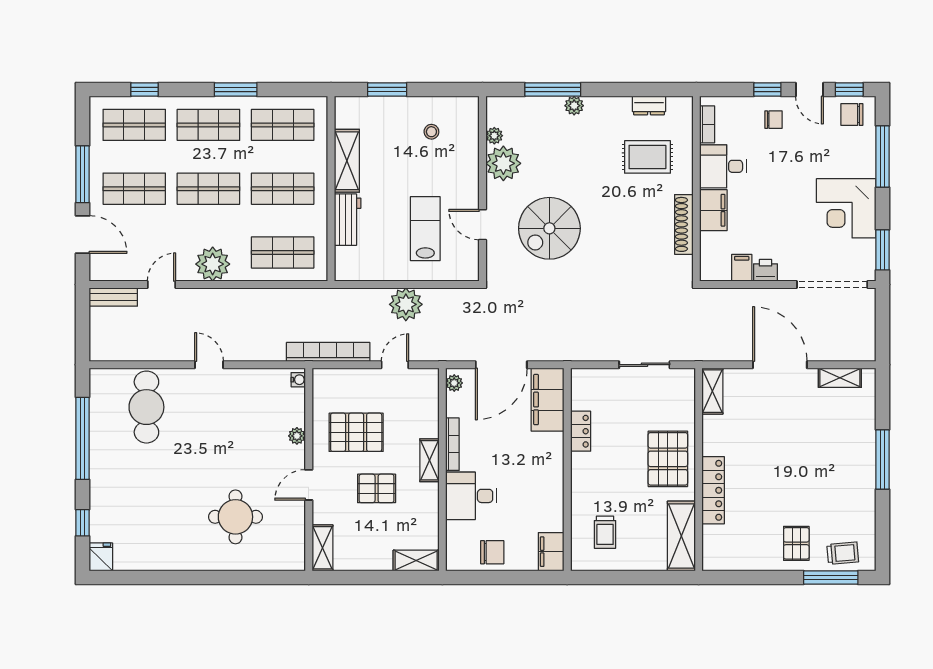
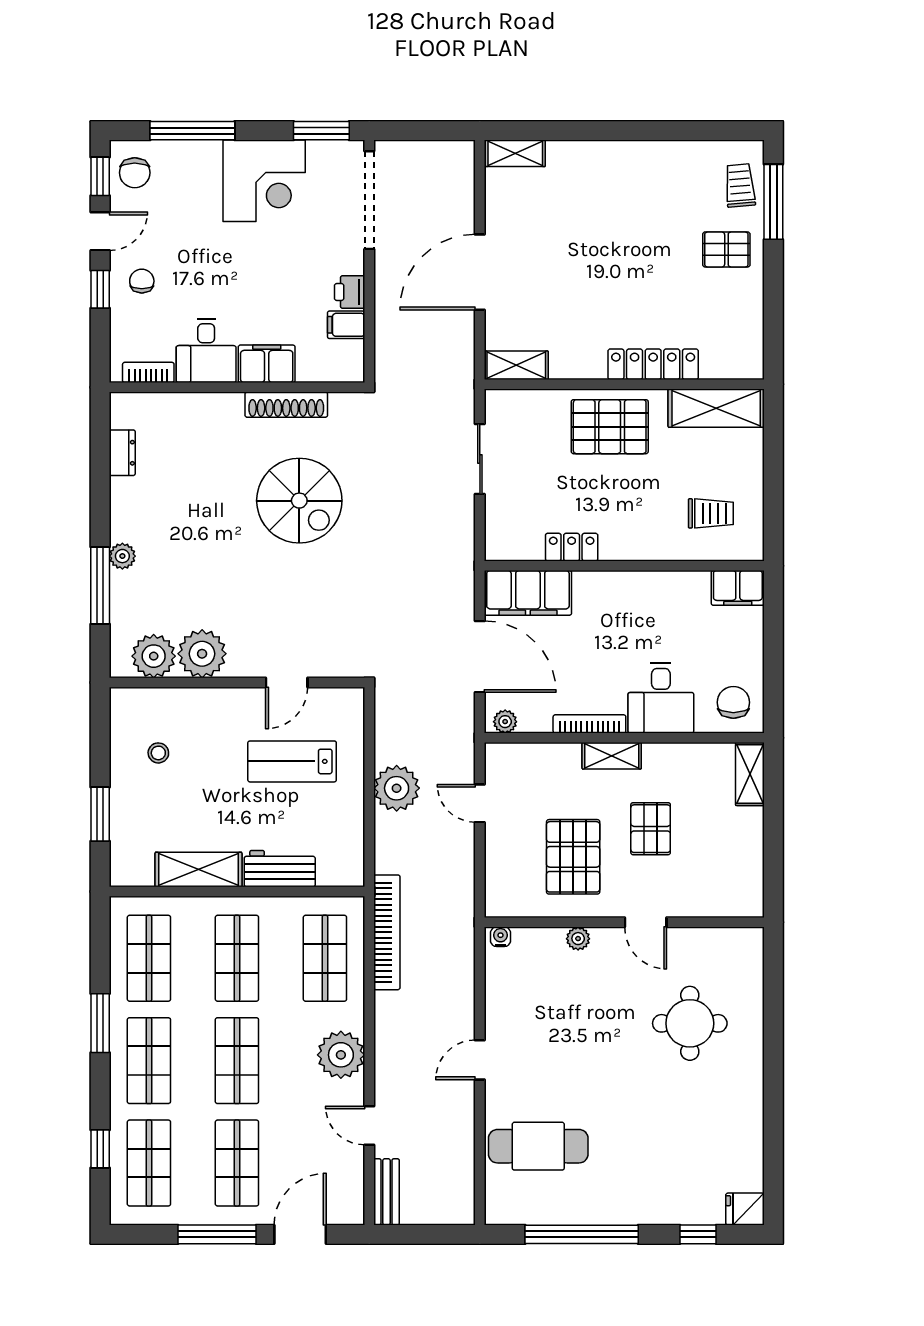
plant: (494, 136) -> (154, 656), width x1.87, depth x1.87
rug: (647, 157) -> (193, 455), removed
spiral stairs: (549, 228) -> (299, 501), moved
bookcase: (328, 352) -> (387, 932), moved, turned 180
shelving: (840, 378) -> (515, 153), moved, turned 90
window: (882, 459) -> (611, 131), removed
shelving: (322, 548) -> (732, 903), removed
chair: (492, 552) -> (733, 702), moved

